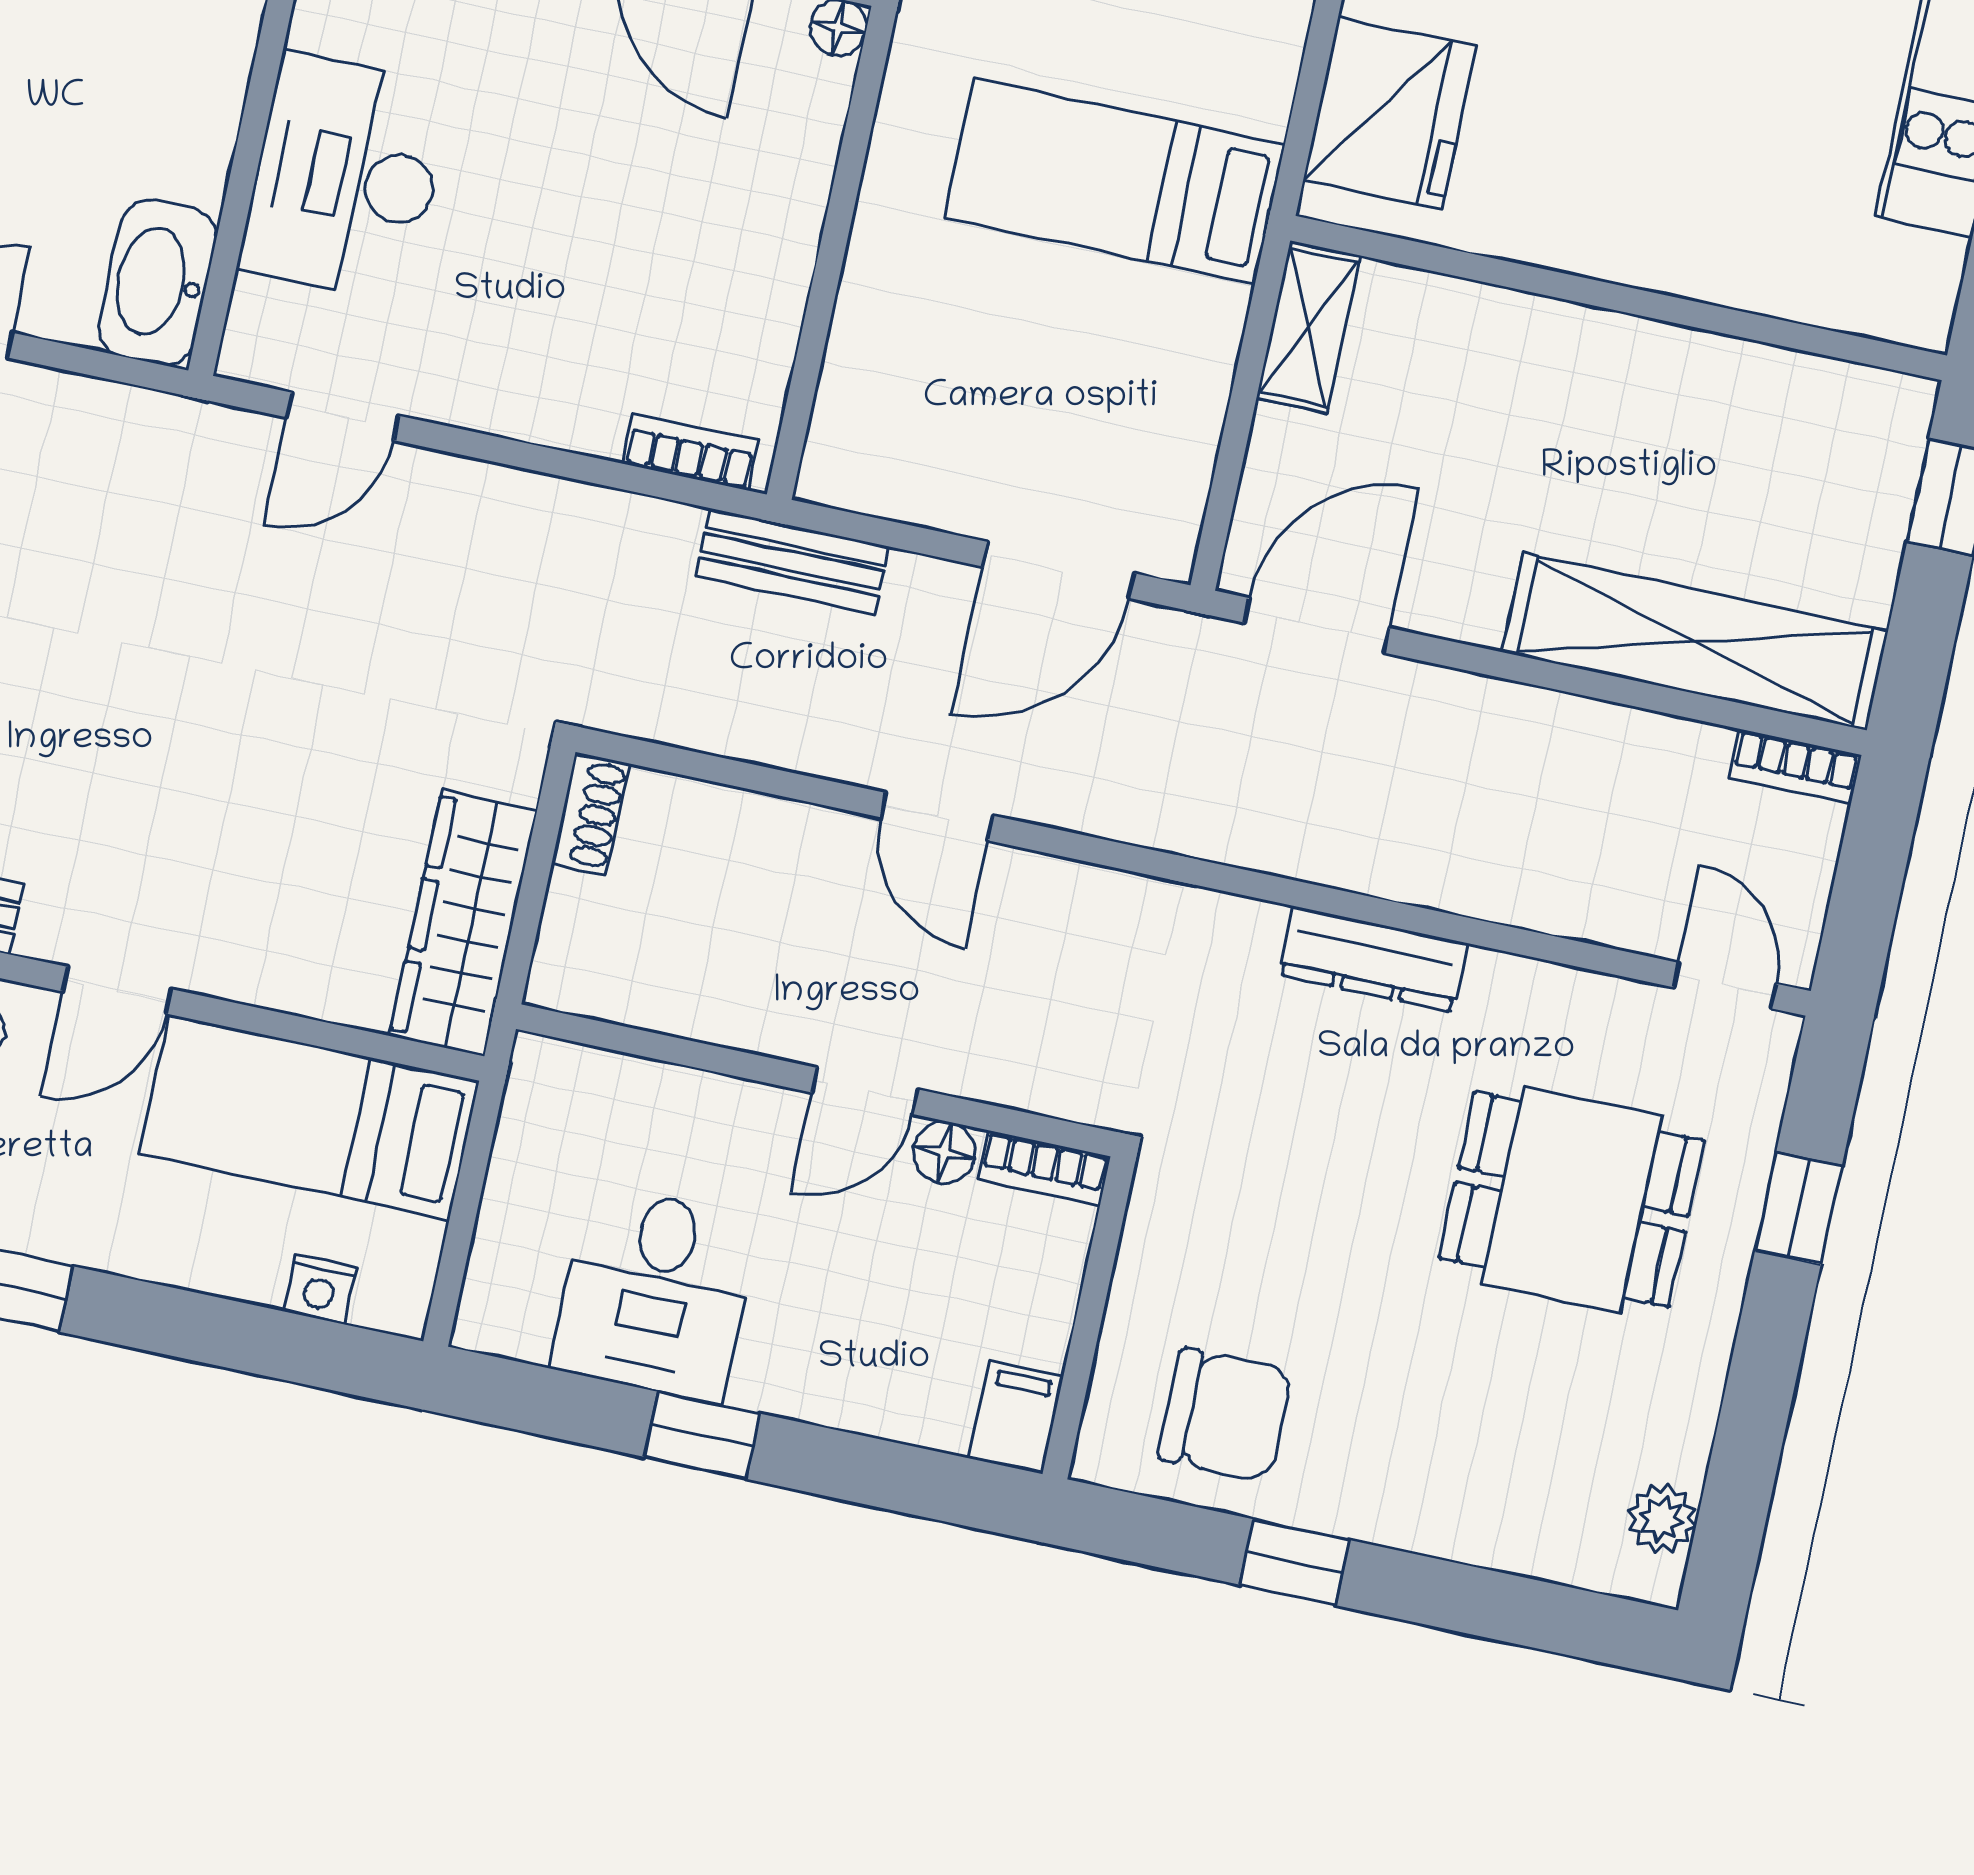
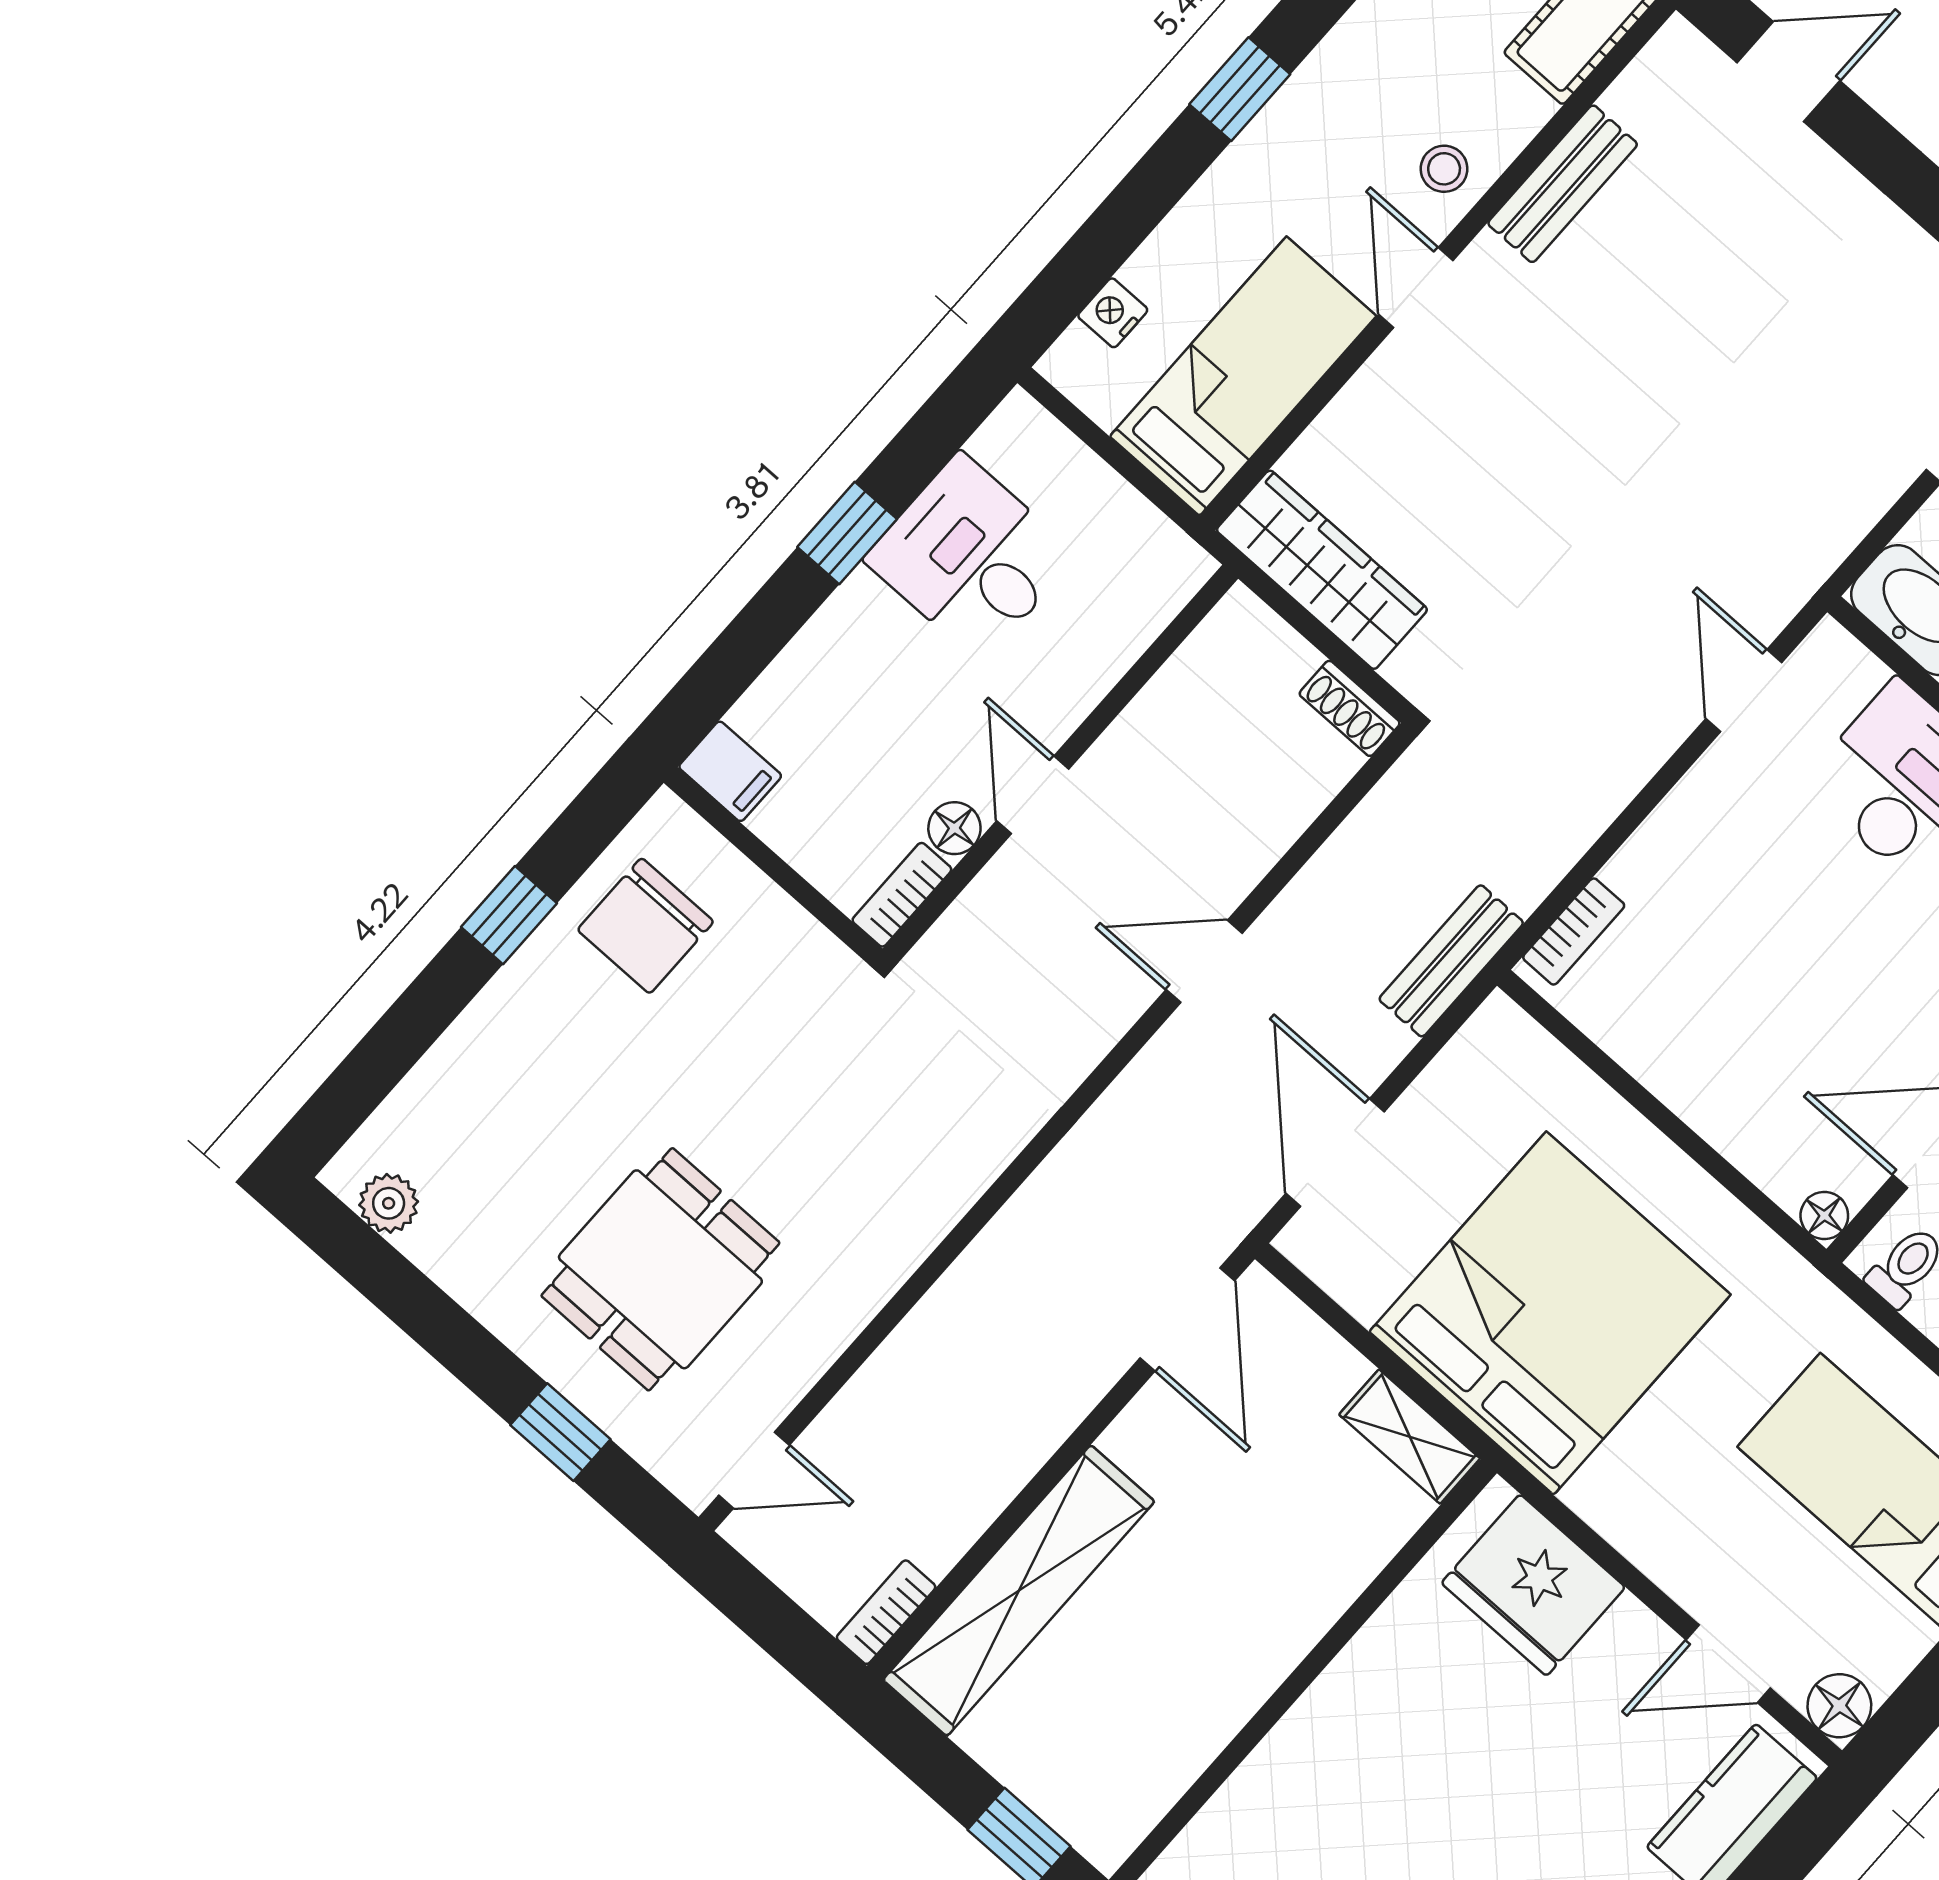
bed: (1115, 181) -> (1550, 1313), width x2.04
dresser: (1373, 959) -> (919, 1223), removed

